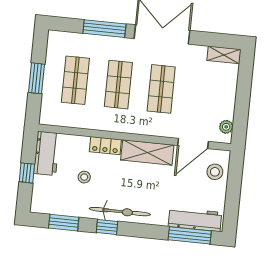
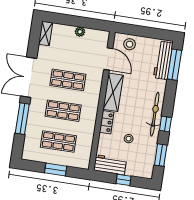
plant: (226, 127) -> (80, 32), moved

